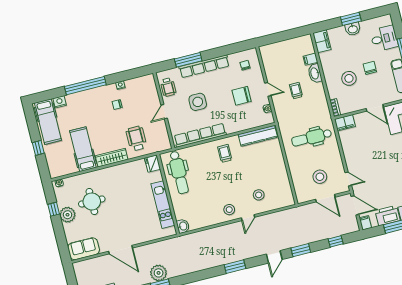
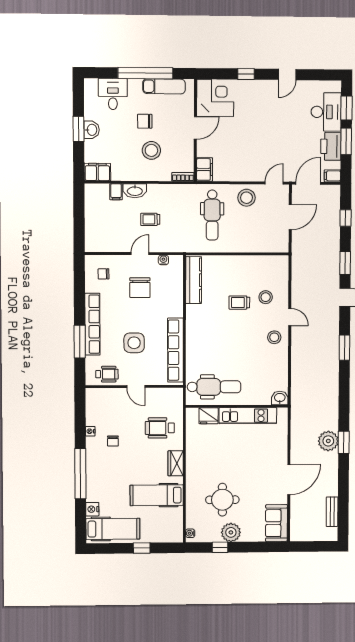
trolley: (225, 153) -> (239, 303), moved
wardrobe: (112, 158) -> (176, 463), width x0.67
fridge: (153, 164) -> (209, 416), moved
stool: (320, 177) -> (247, 198), moved

